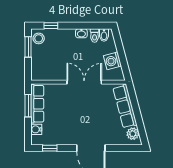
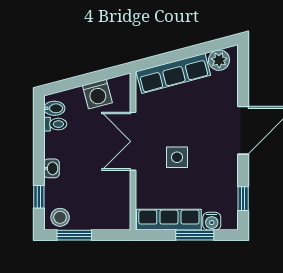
washbasin: (81, 33) -> (51, 168), moved
window: (28, 106) -> (195, 235), moved
side table: (75, 109) -> (177, 157), added

